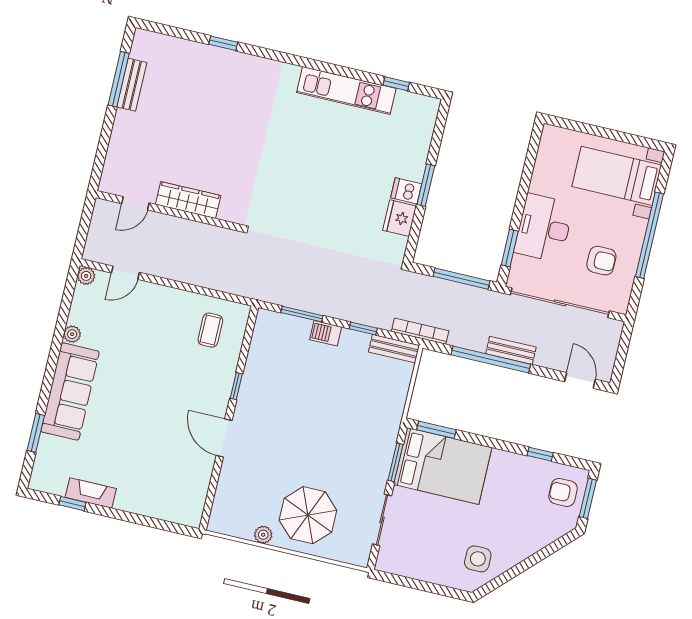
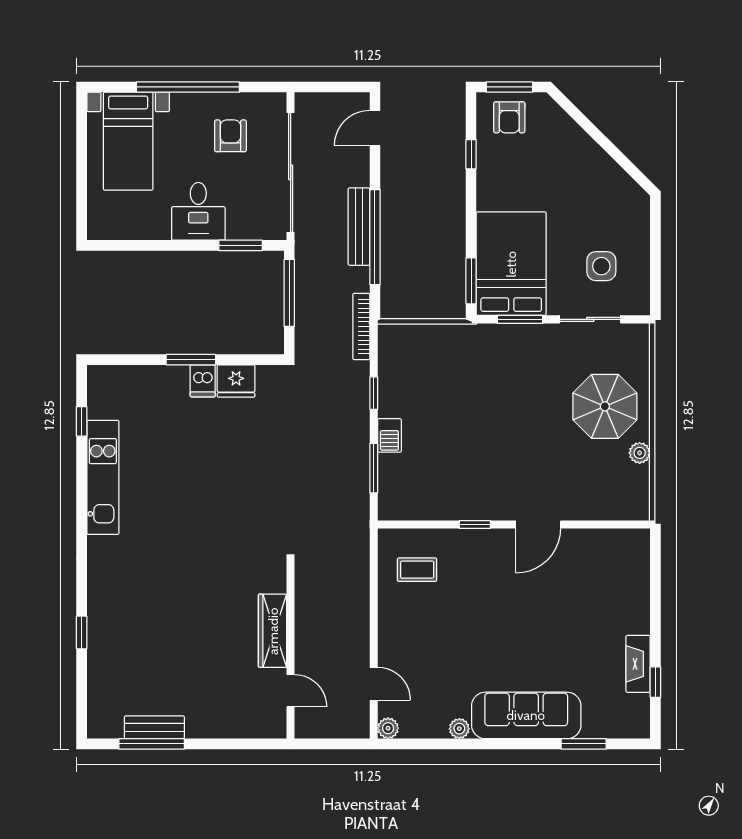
desk: (544, 228) -> (198, 211), width x0.73
bench: (394, 349) -> (389, 352), removed
bench: (511, 350) -> (359, 227), width x1.36
side table: (478, 559) -> (601, 266), moved

